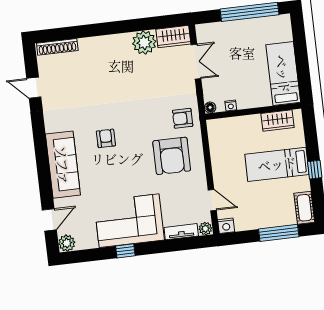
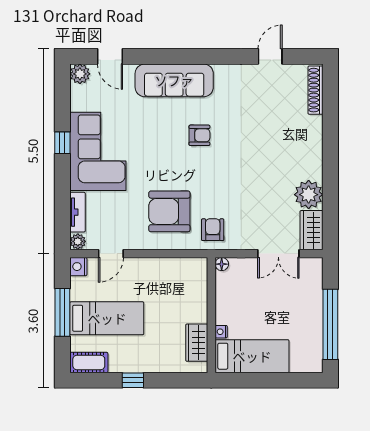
nightstand: (231, 106) -> (221, 332), moved
bed: (277, 164) -> (107, 318), moved, turned 90
window: (279, 233) -> (62, 312), moved

